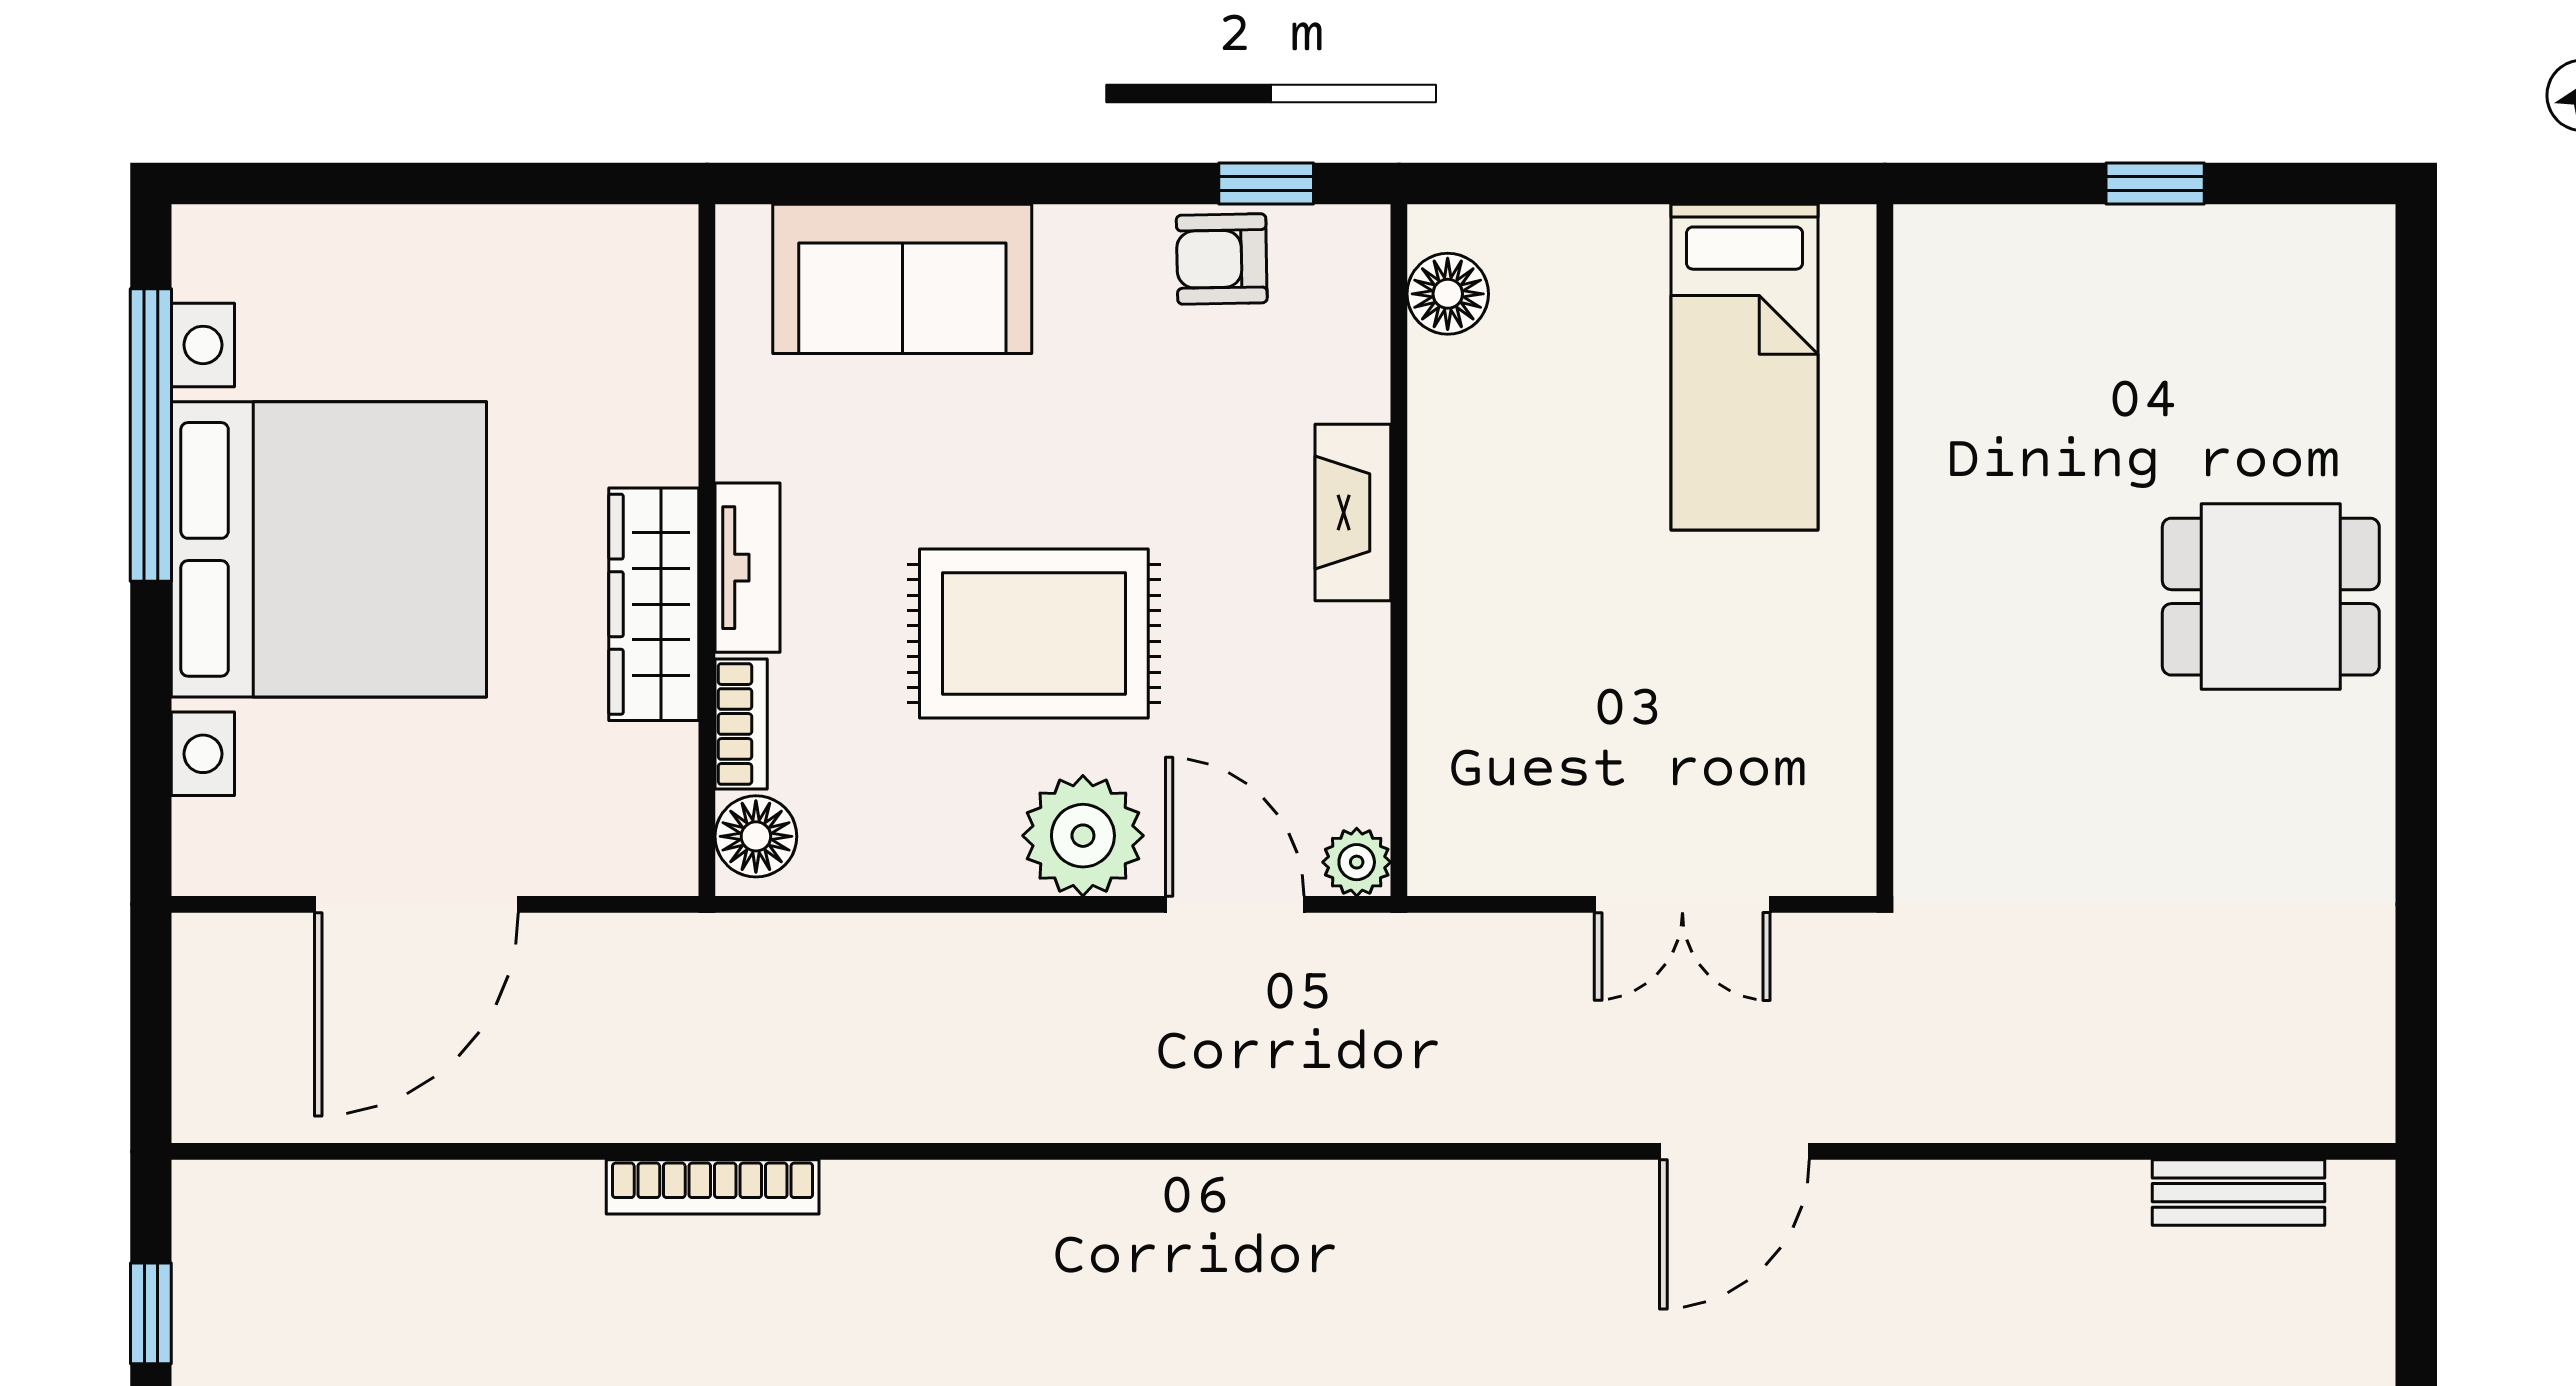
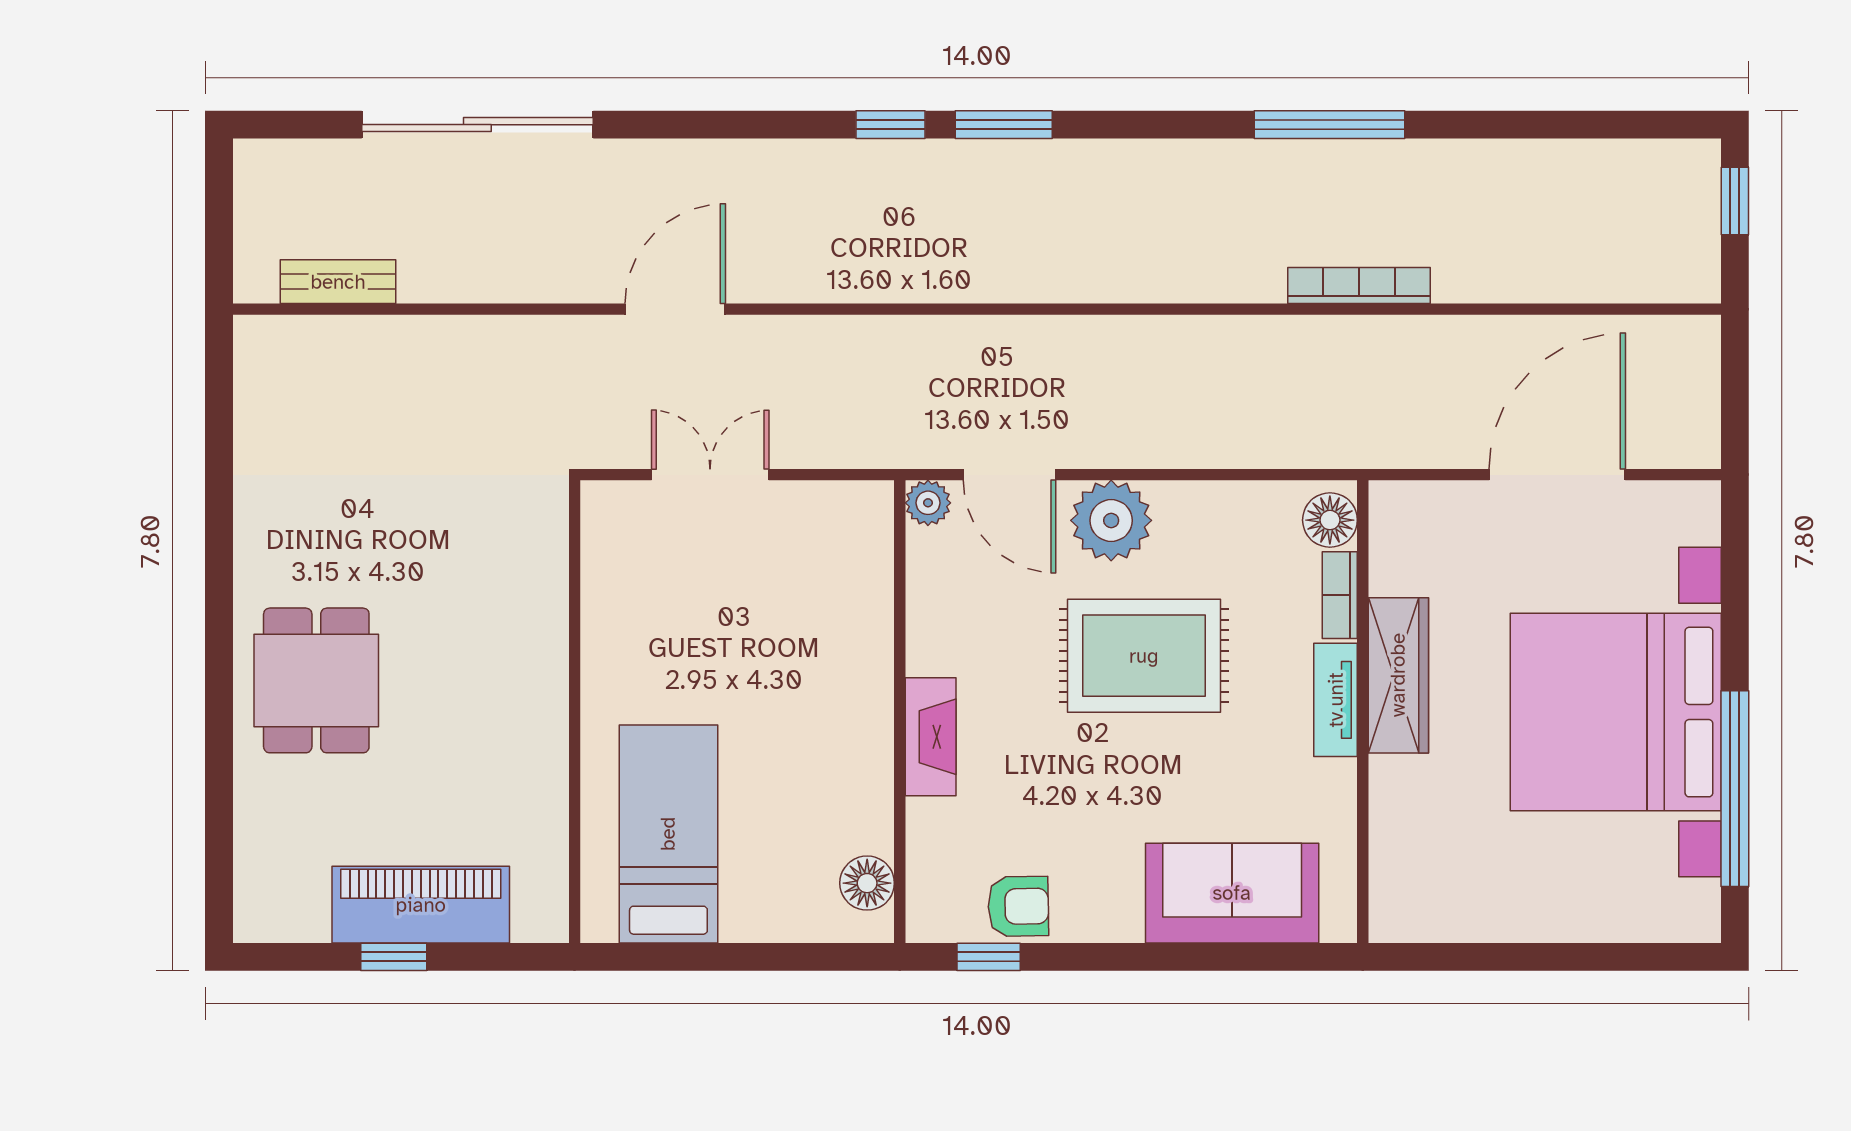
piano: (2115, 262) -> (421, 905), added
dining table: (2271, 597) -> (316, 680), turned 90

